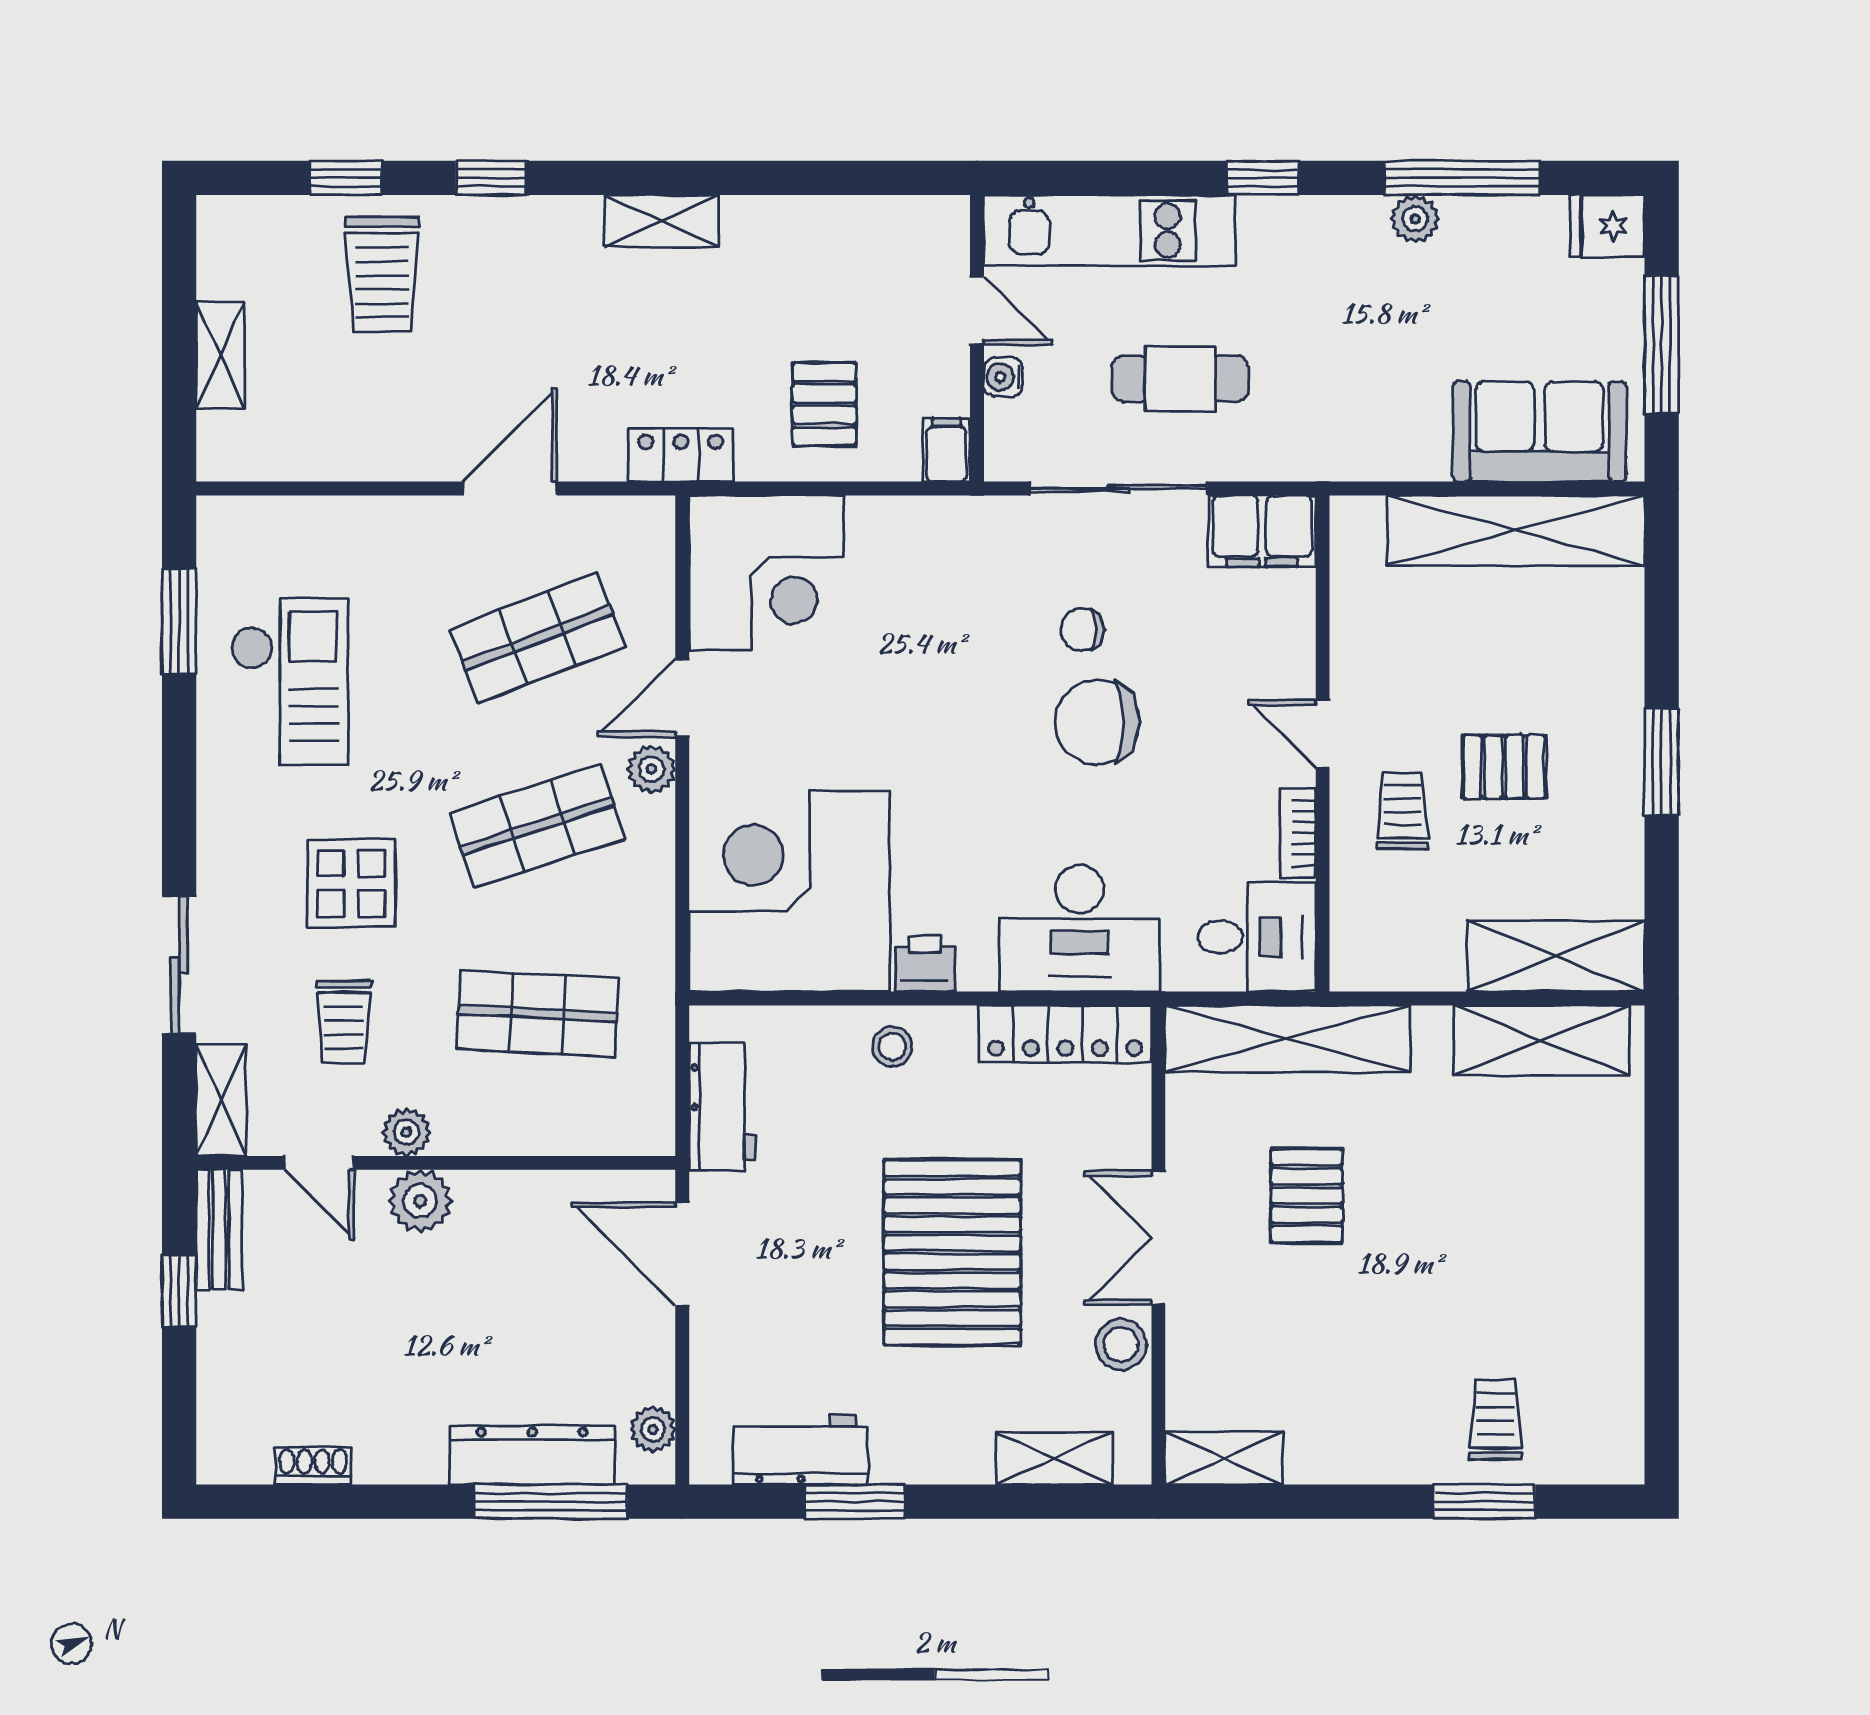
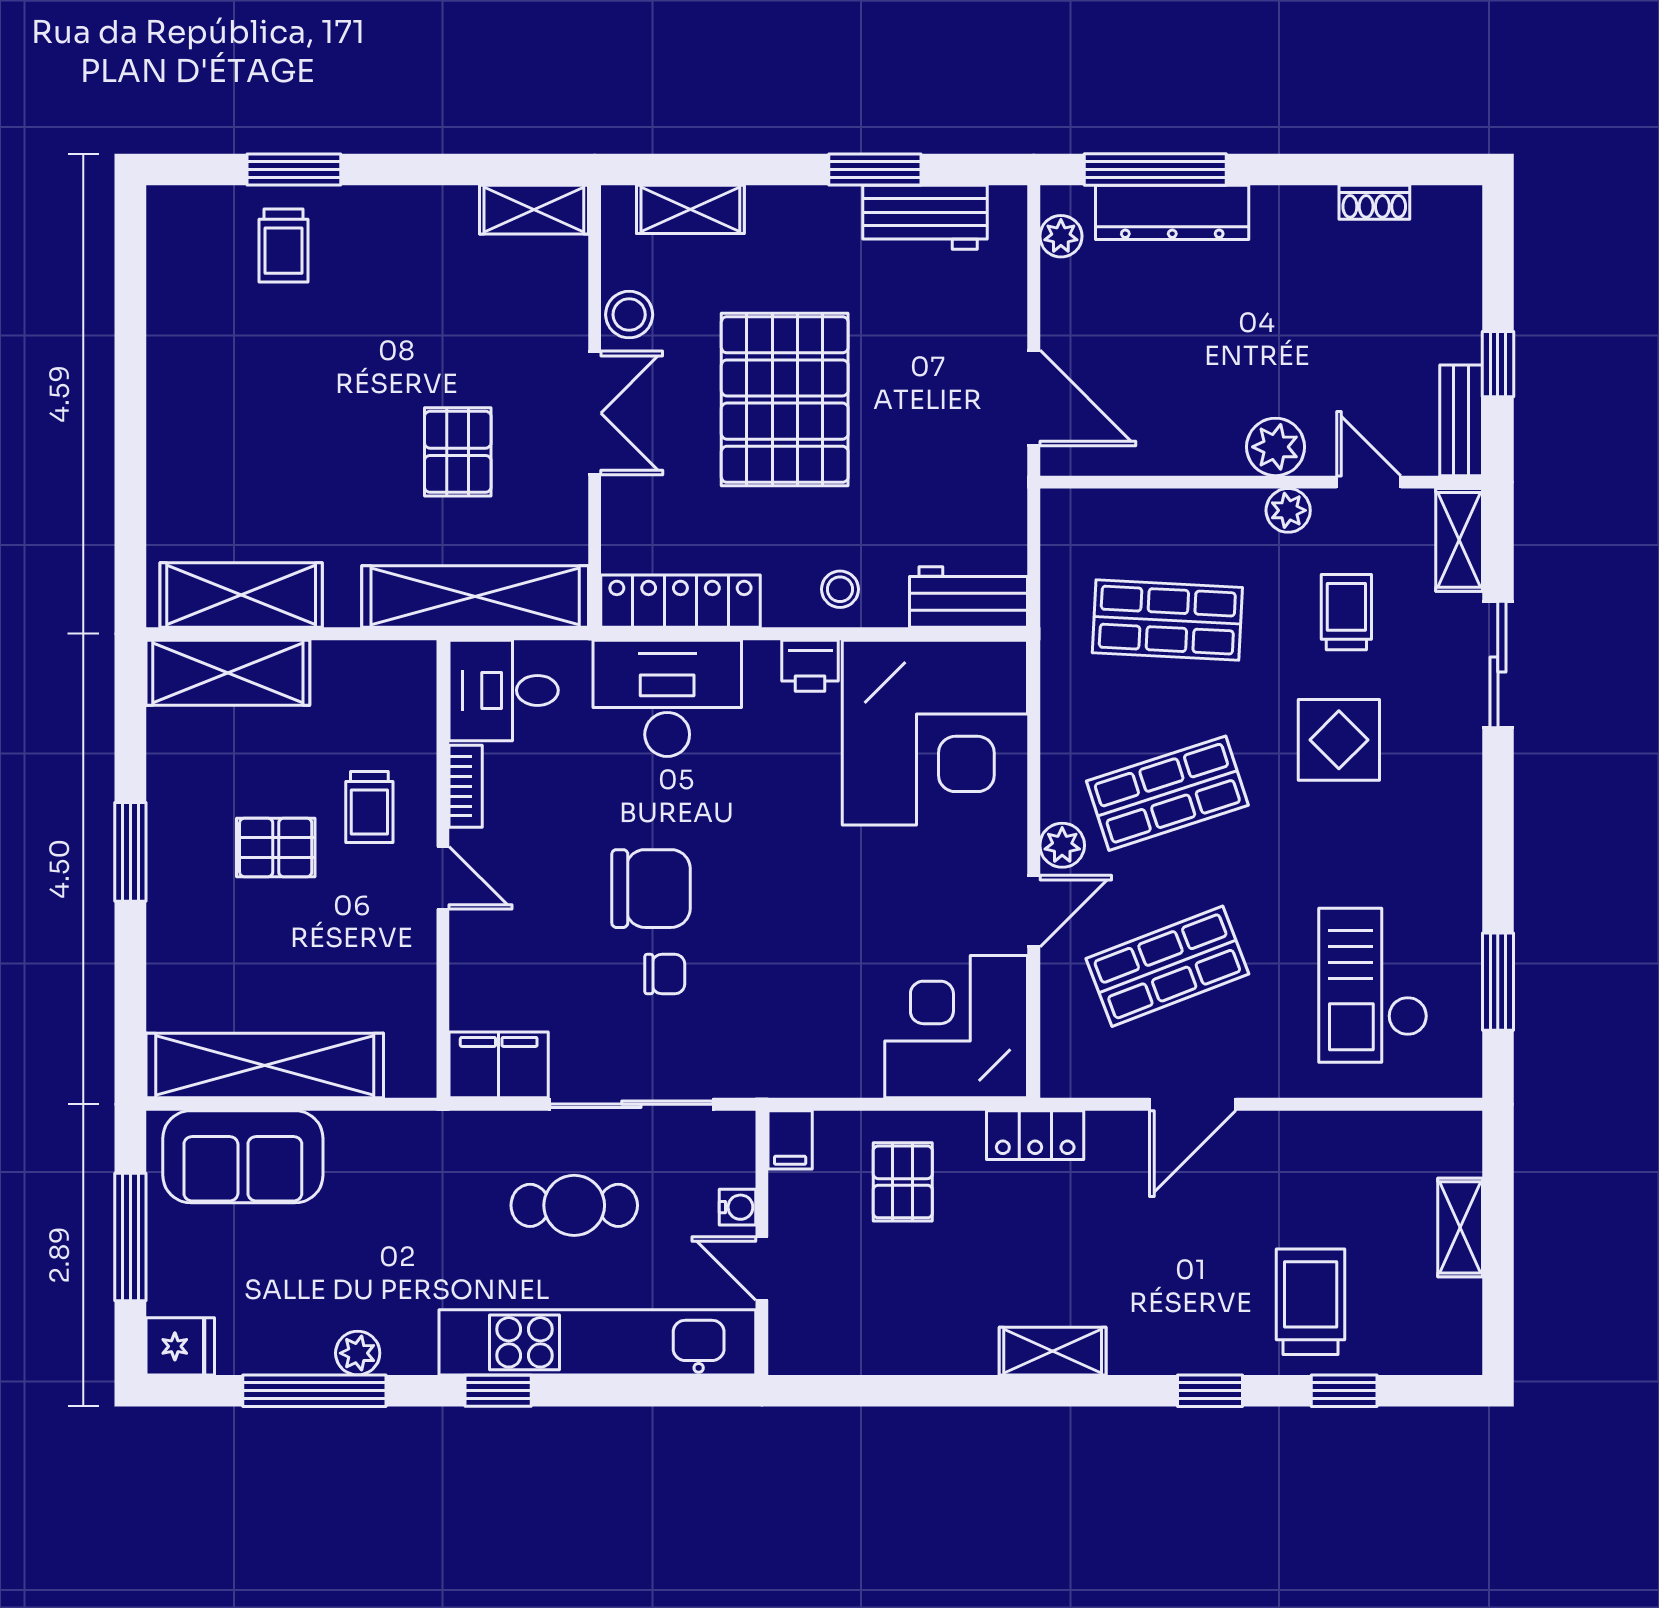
kitchen unit: (1110, 230) -> (597, 1342), width x1.36
checkout: (289, 682) -> (1373, 985), moved
workbench: (722, 1107) -> (969, 597), moved, turned 90

